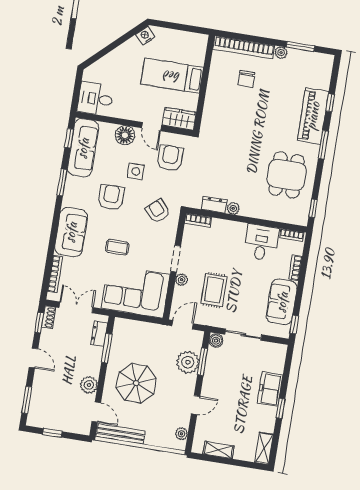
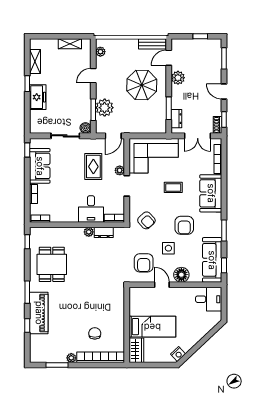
wardrobe: (179, 119) -> (136, 350), moved, turned -90
desk: (261, 243) -> (91, 209), moved
door: (96, 412) -> (169, 58), hinge flipped
bench: (121, 434) -> (152, 44), width x0.73
shelving: (264, 448) -> (35, 61), moved

